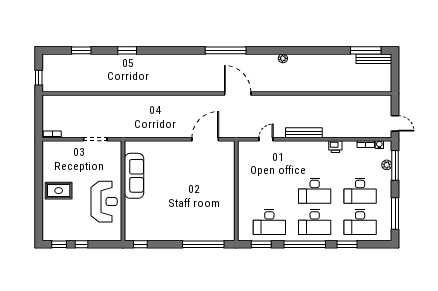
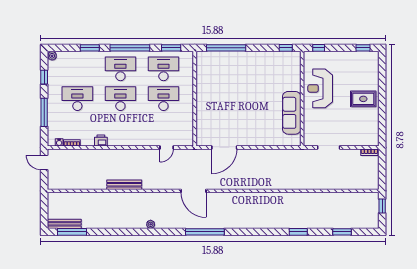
bench: (304, 133) -> (124, 185), moved
plant: (387, 165) -> (52, 56), moved
window: (395, 165) -> (44, 112), moved
window: (395, 214) -> (44, 77), width x0.46
desk: (360, 222) -> (163, 99), moved
window: (81, 244) -> (319, 48), moved

